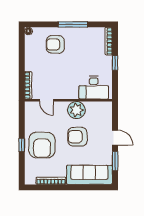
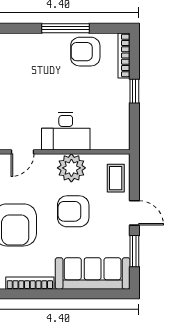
armchair: (55, 44) -> (85, 52), moved
desk: (94, 88) -> (66, 131), moved
door: (46, 100) -> (22, 152), hinge flipped
coffee table: (104, 116) -> (116, 178), added

